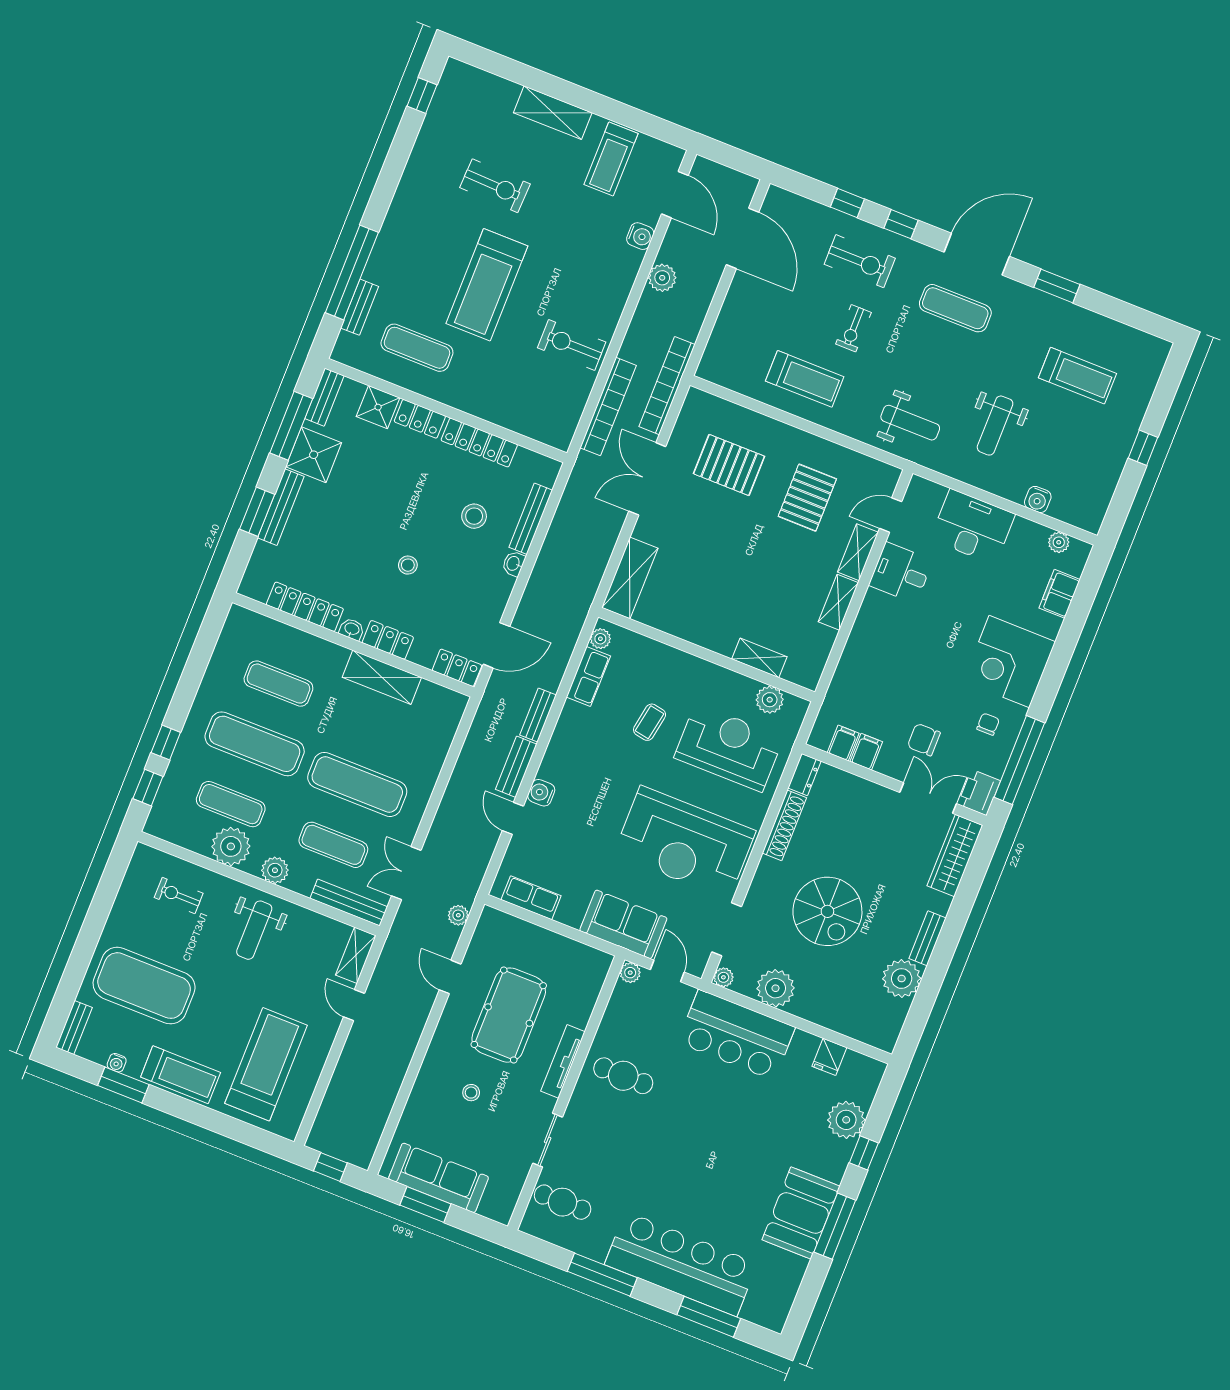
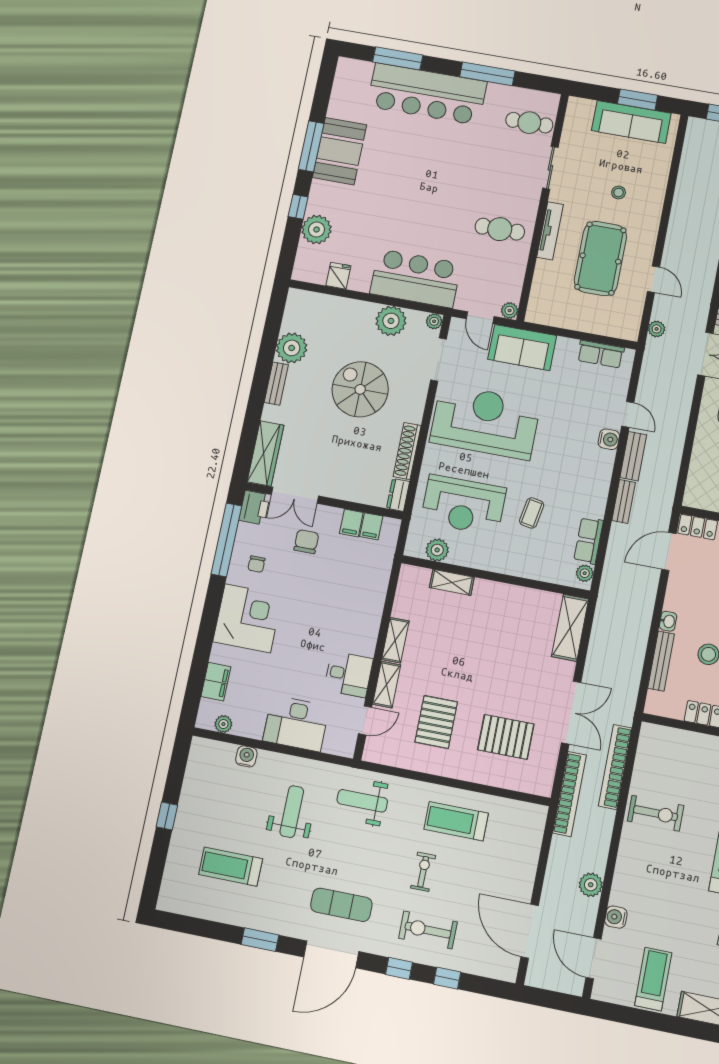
chair: (924, 740) -> (306, 542), turned -90

